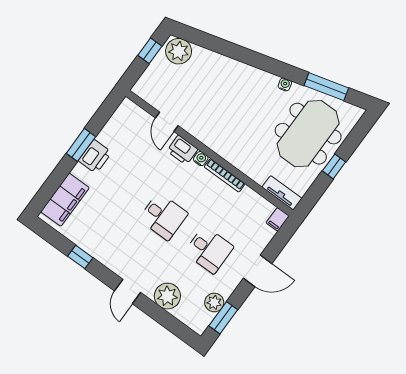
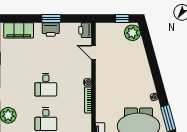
door: (167, 122) -> (94, 52), hinge flipped
printer: (182, 150) -> (85, 30), moved

